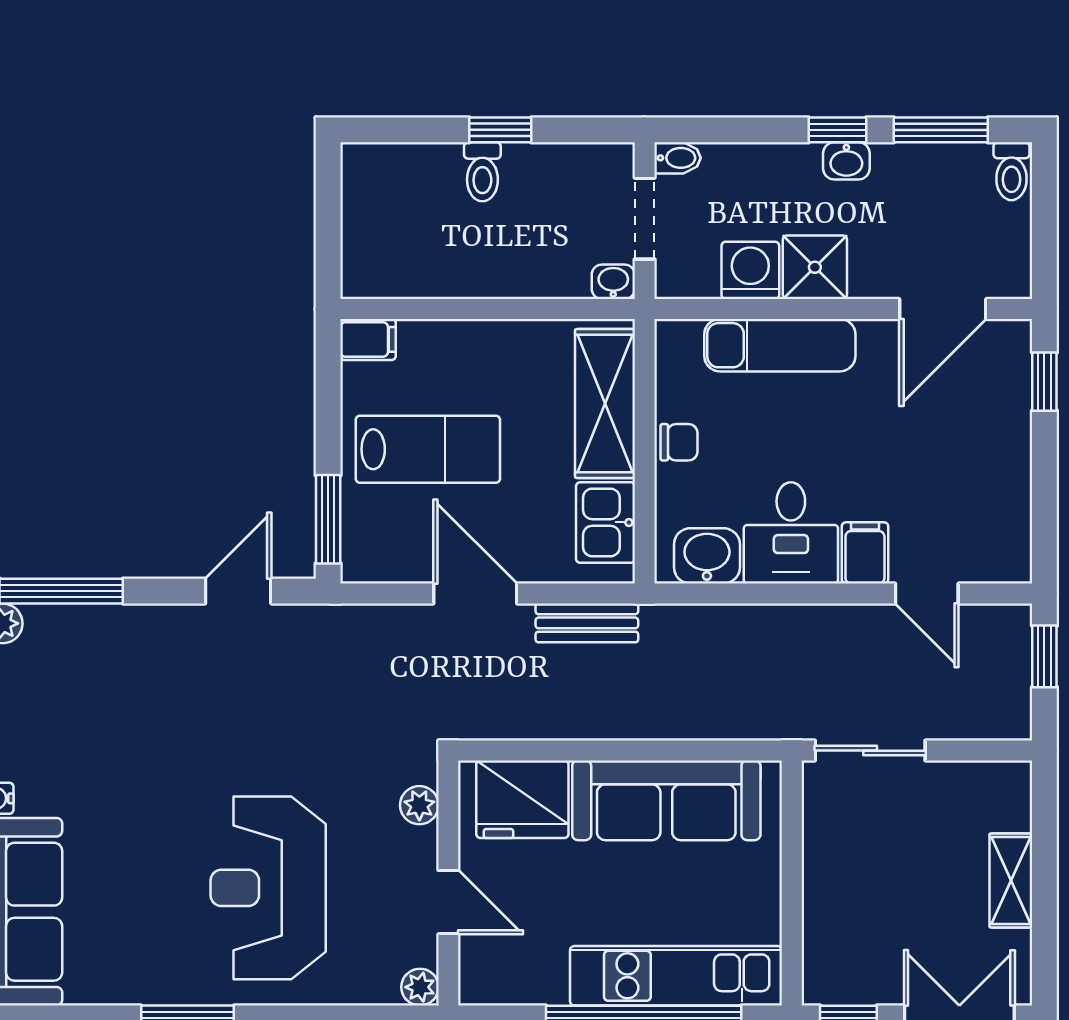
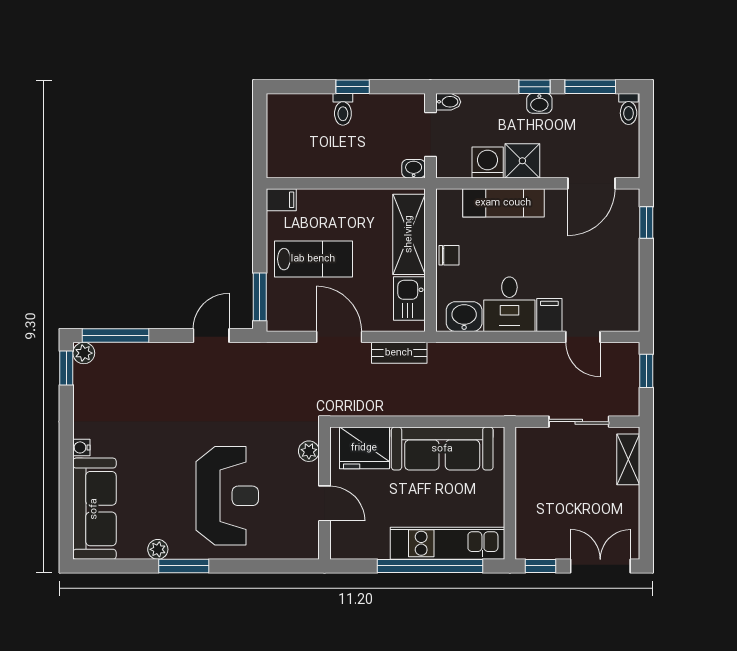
sliding door: (870, 751) -> (579, 422), moved
shelving: (1011, 881) -> (628, 459), moved
reception desk: (268, 888) -> (227, 496), turned 180
plant: (420, 987) -> (158, 549), moved

